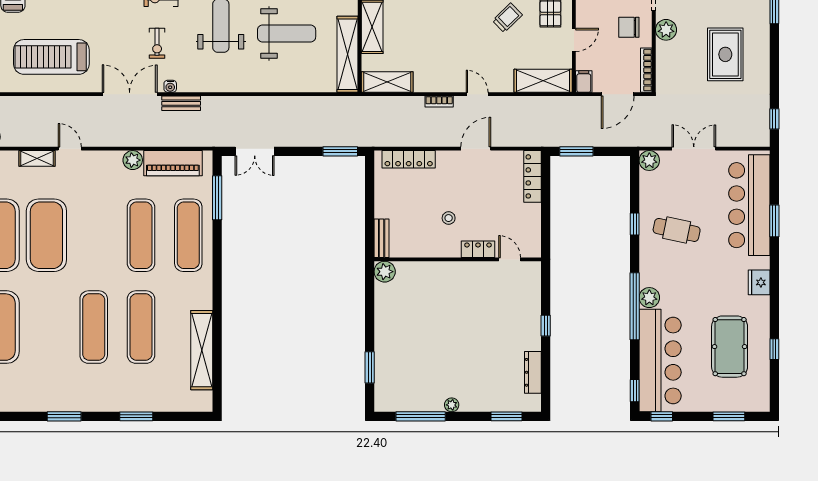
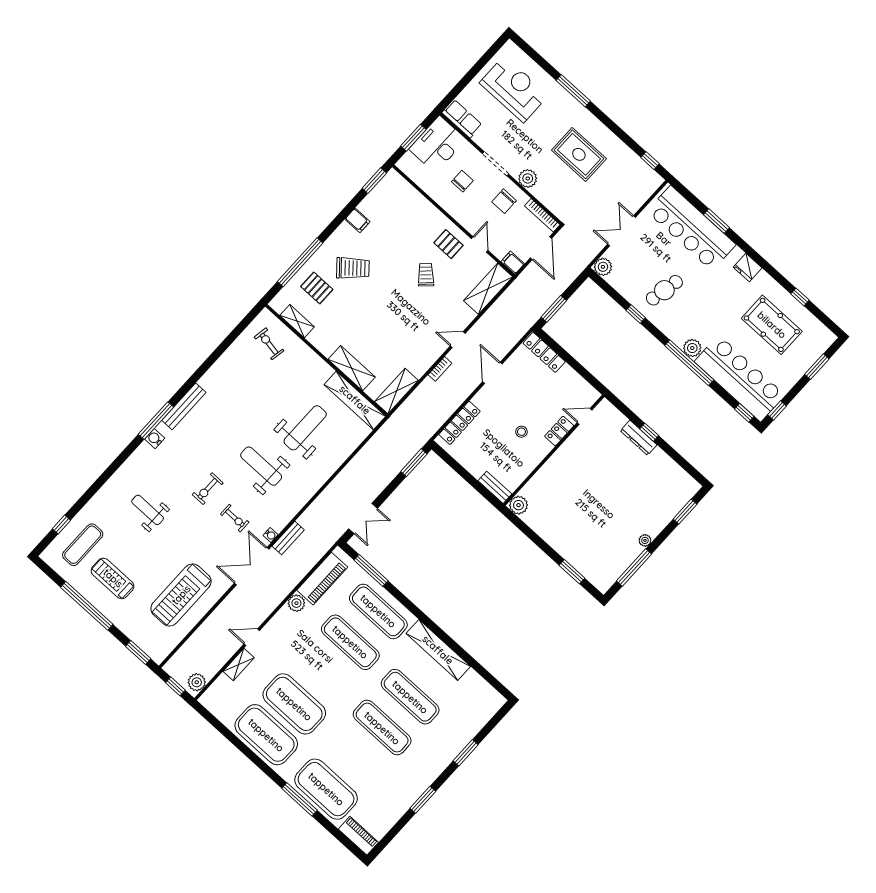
shelving: (202, 350) -> (438, 650), moved
dresser: (533, 372) -> (639, 438), moved

